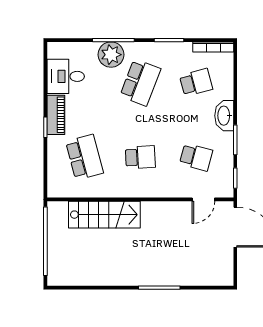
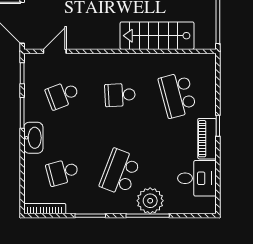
school desk: (196, 157) -> (62, 95), turned -36

